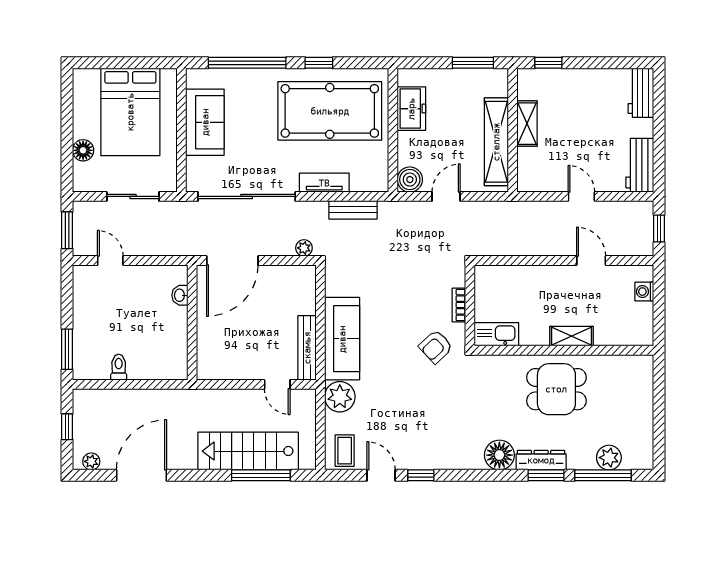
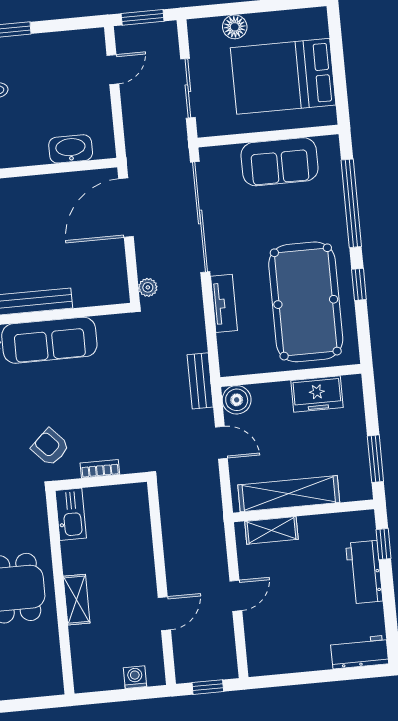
shelving: (527, 124) -> (271, 530), moved
workbench: (640, 165) -> (364, 572), moved, turned -90
bench: (353, 210) -> (200, 381), moved
door: (232, 261) -> (126, 208), hinge flipped
washbasin: (180, 295) -> (71, 149), width x1.91, depth x1.45

